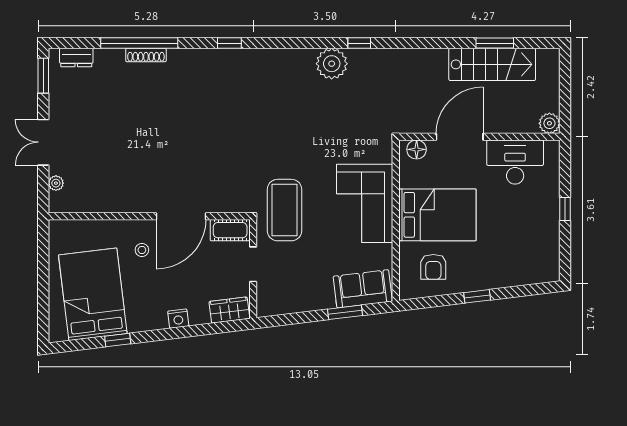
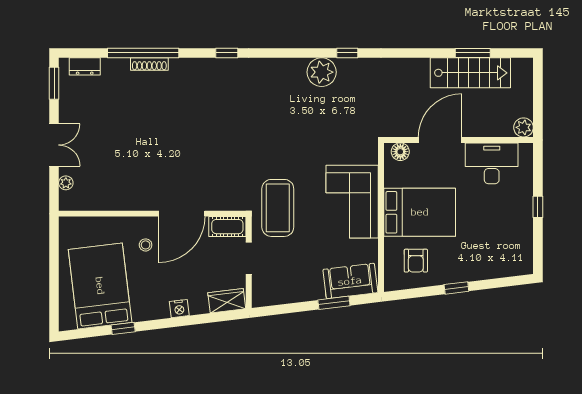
double door: (43, 142) -> (54, 145), swing flipped

